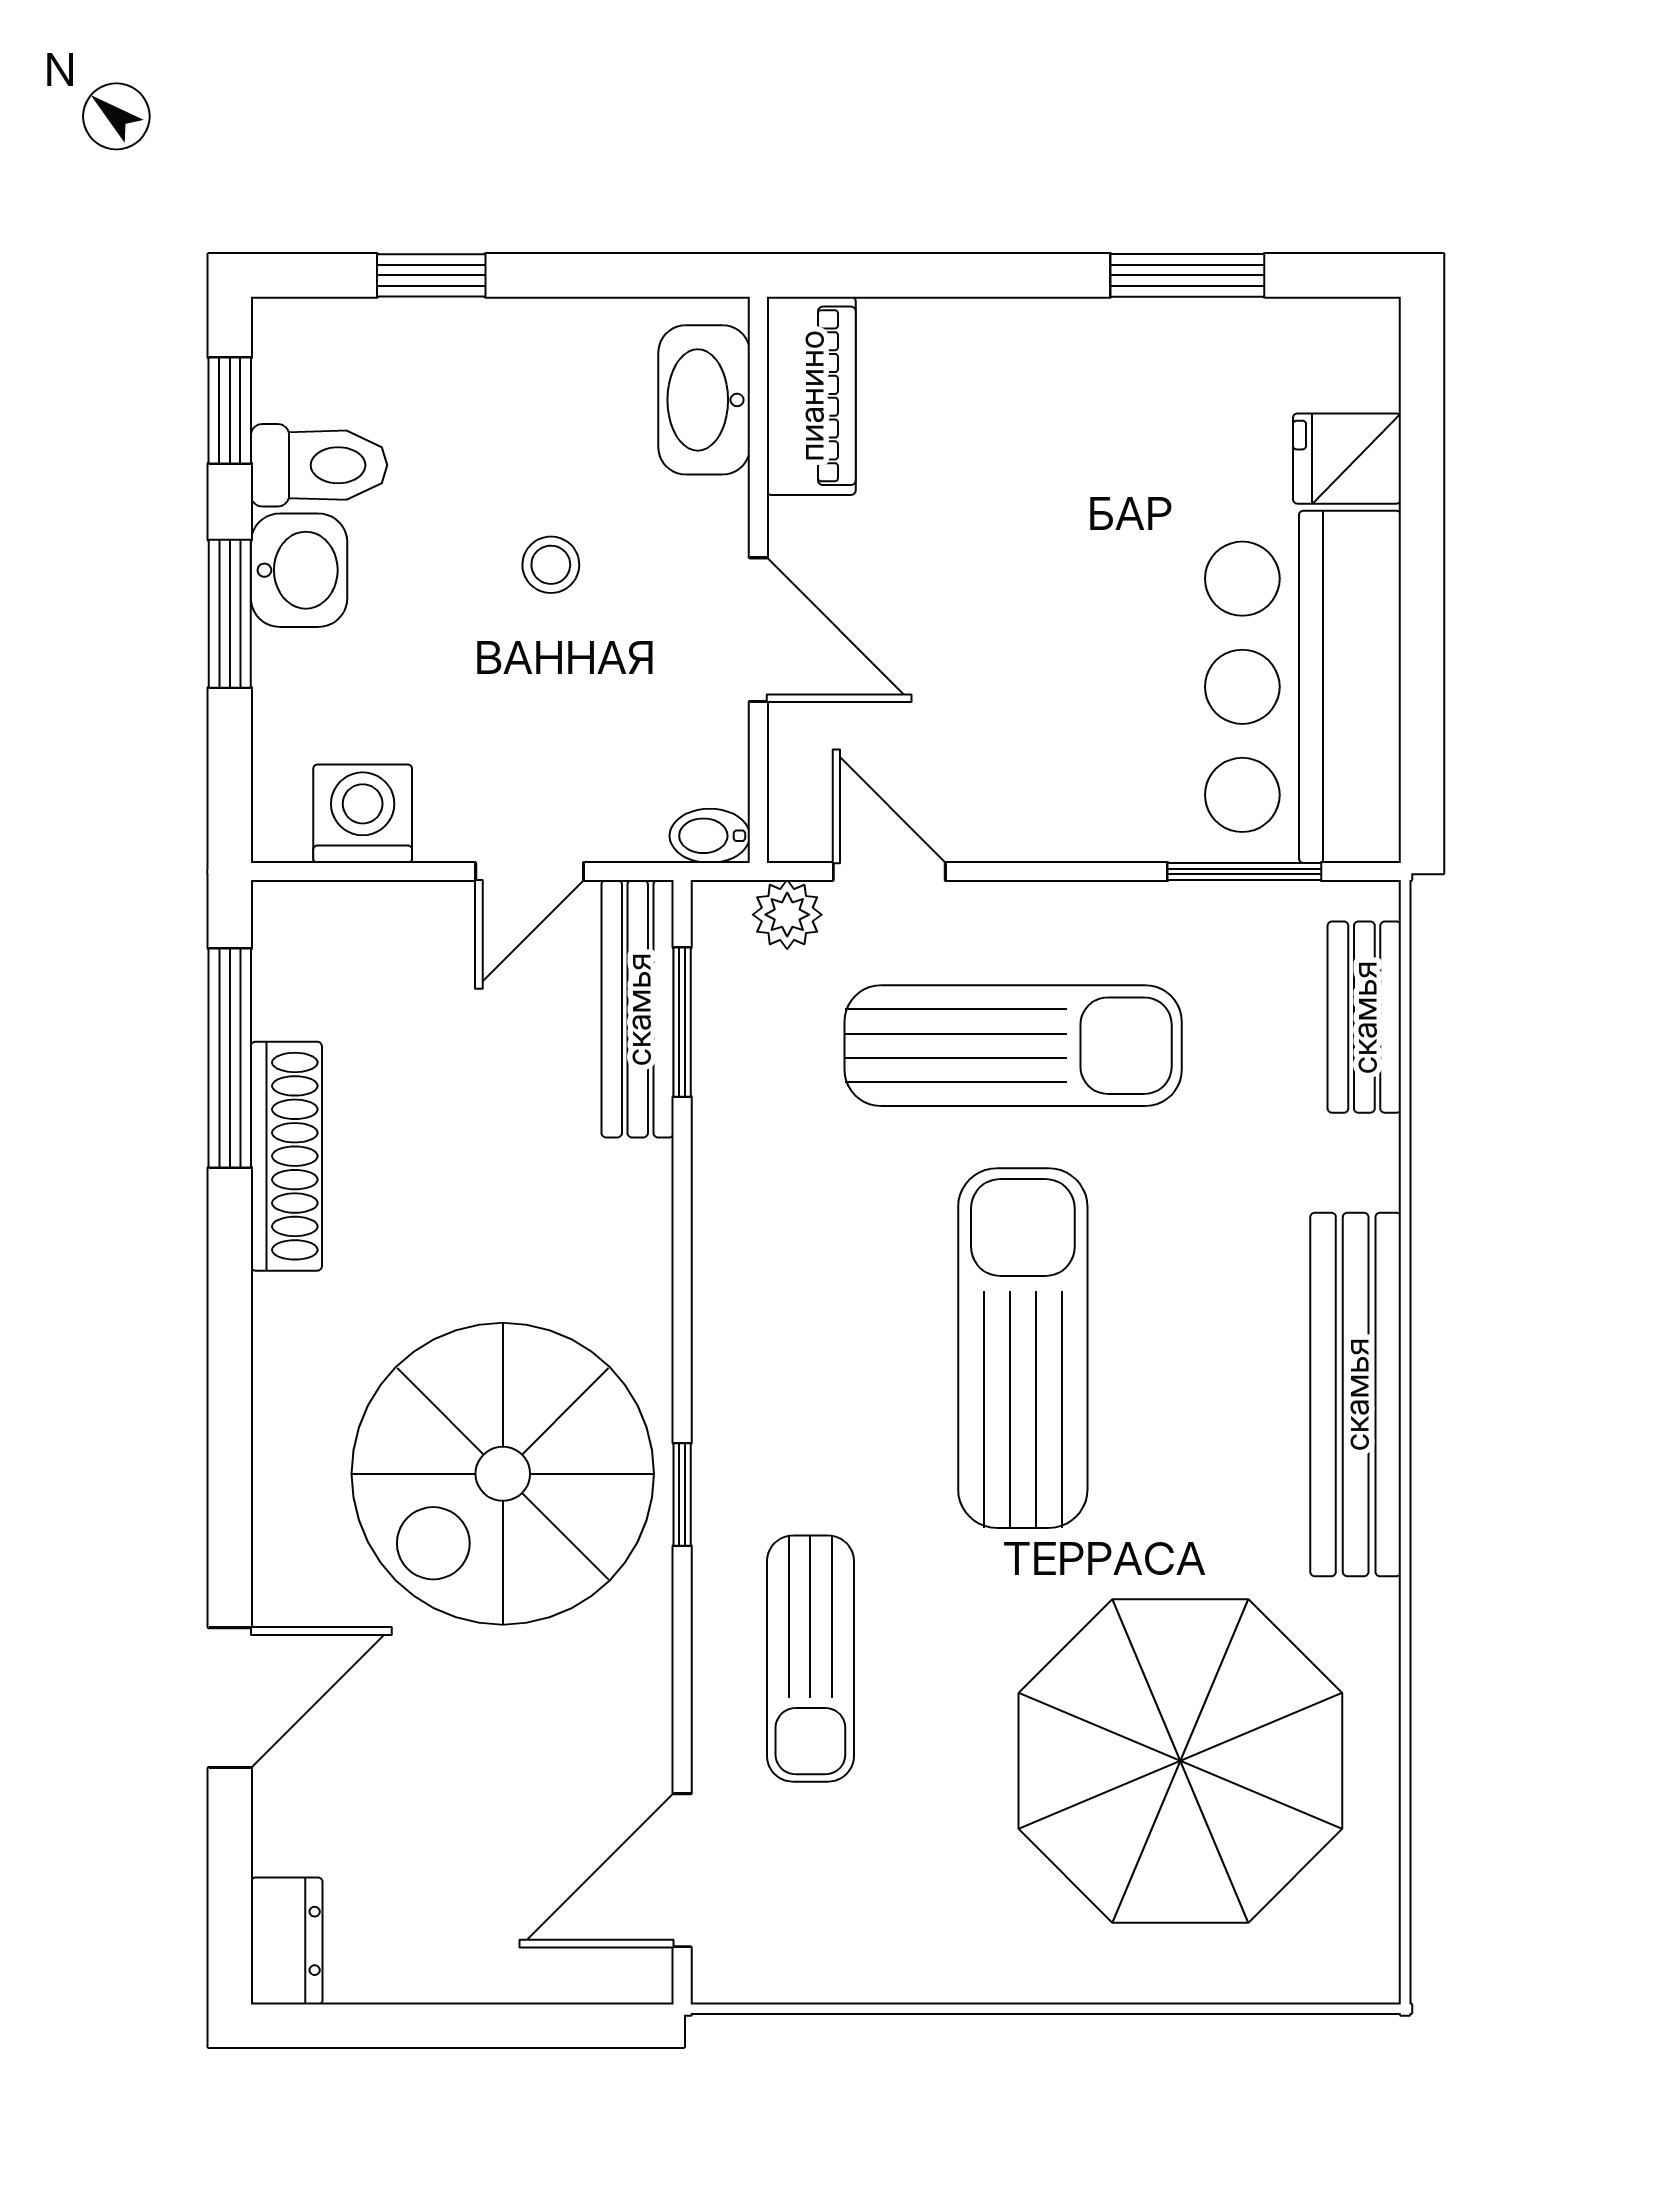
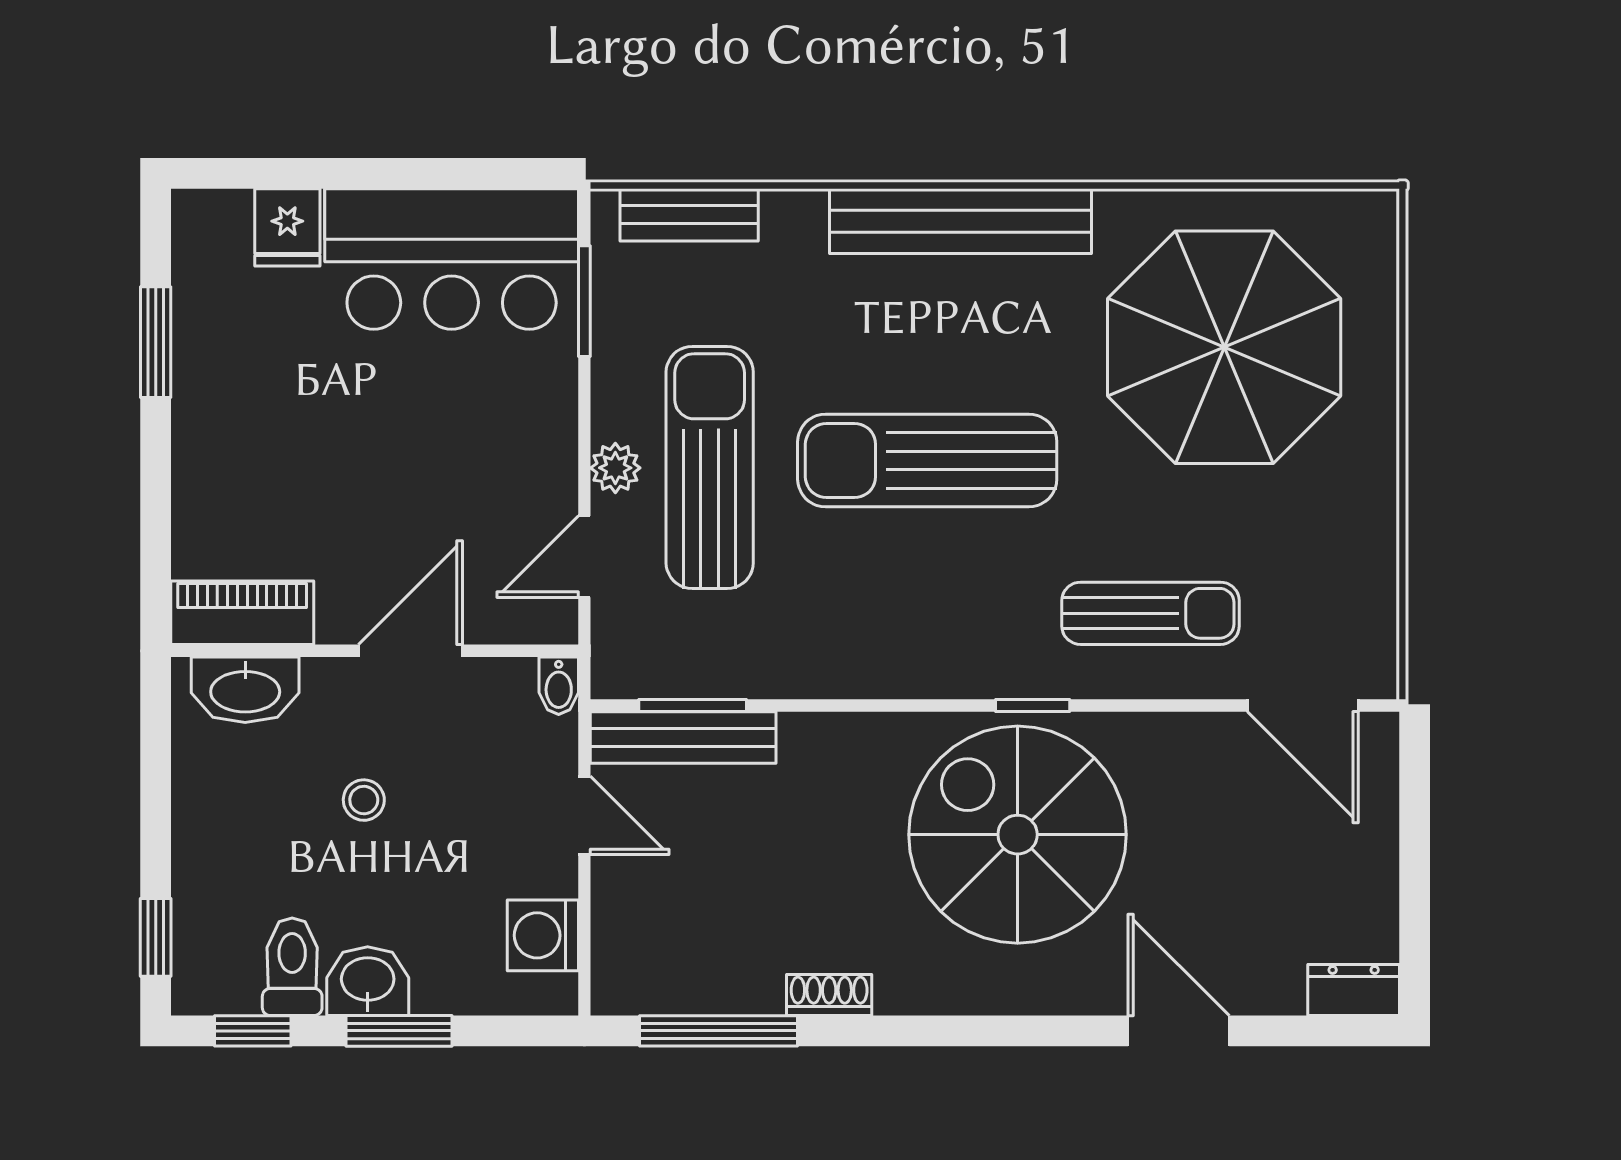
window: (431, 275) -> (156, 937), moved
plant: (787, 915) -> (615, 468), moved
shoe rack: (286, 1156) -> (829, 995), width x0.51, depth x0.81
spiral stairs: (503, 1474) -> (1018, 835), turned 180

